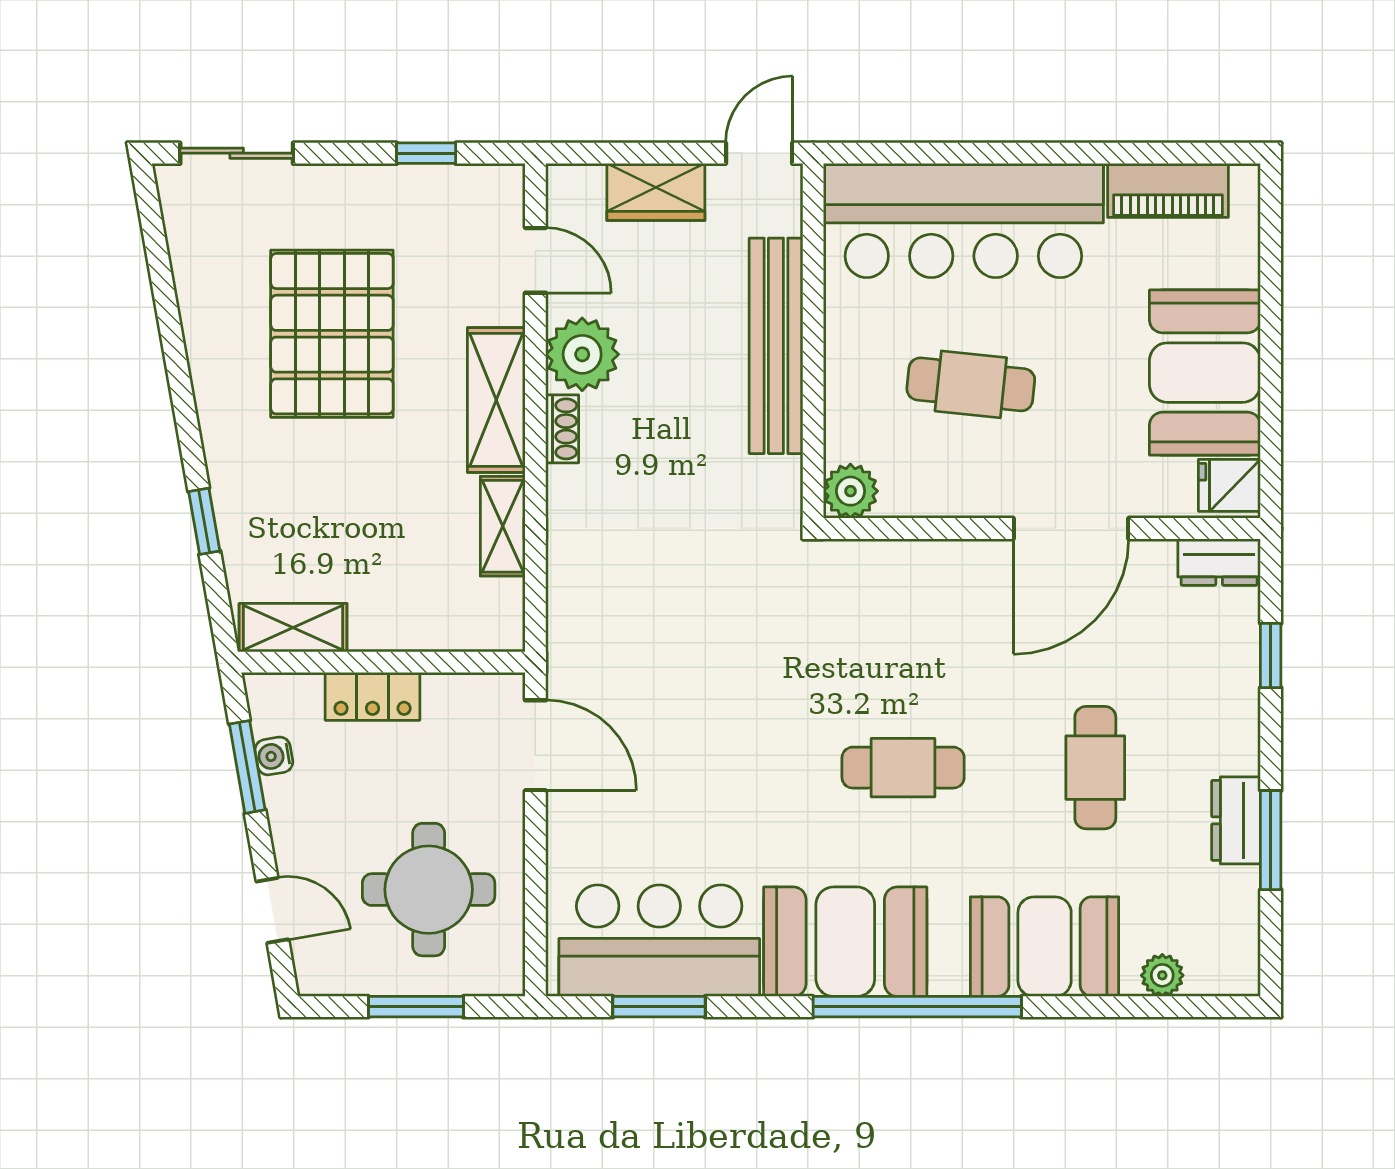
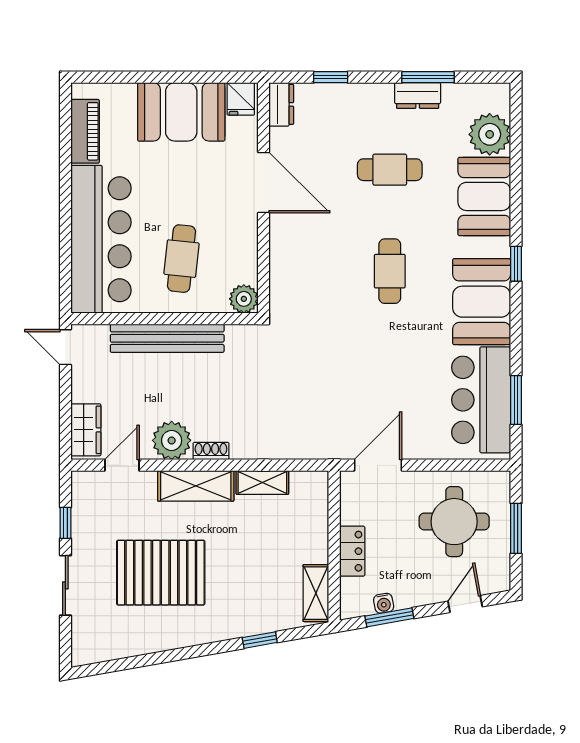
sliding door: (237, 153) -> (65, 585), moved
wardrobe: (656, 192) -> (86, 430), moved
cafe table: (971, 384) -> (182, 259), moved
plant: (1162, 975) -> (490, 134), width x1.88, depth x1.88
window: (917, 1007) -> (516, 264), width x0.32

